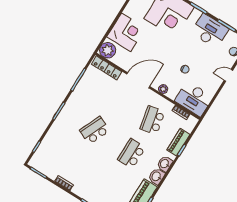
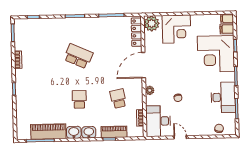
door: (228, 75) -> (180, 137), moved
door: (138, 80) -> (143, 65), swing flipped
school desk: (153, 120) -> (118, 99), width x0.54
school desk: (132, 154) -> (79, 99), width x0.54

